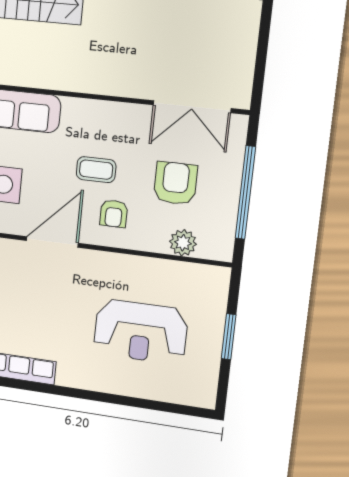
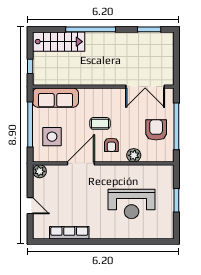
armchair: (175, 183) -> (156, 130), moved
plant: (183, 243) -> (134, 155), moved

